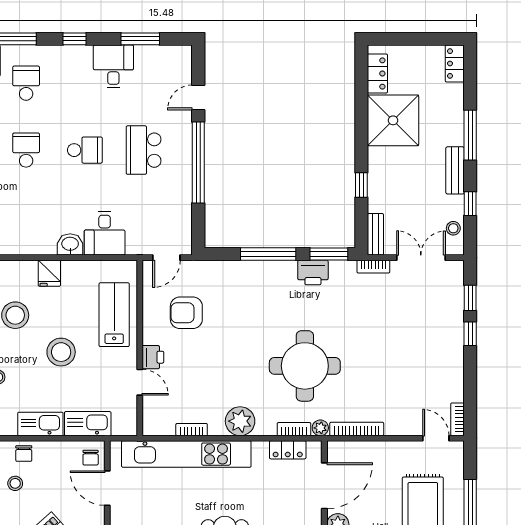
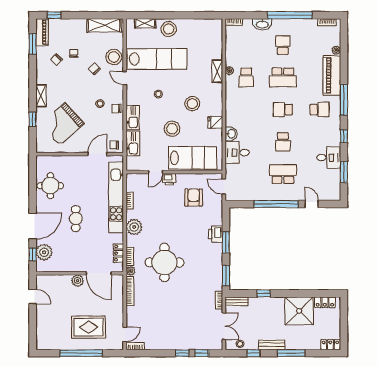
school desk: (26, 150) -> (283, 110), turned 180
window: (268, 254) -> (226, 242), width x0.69
printer: (313, 273) -> (216, 234), moved
lab bench: (114, 315) -> (193, 158), width x1.36, depth x1.39

